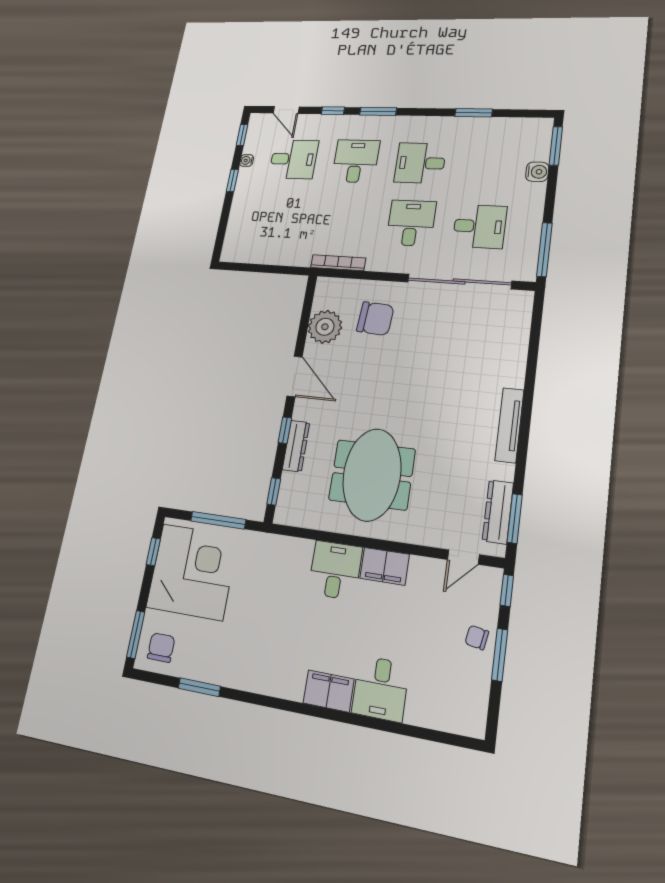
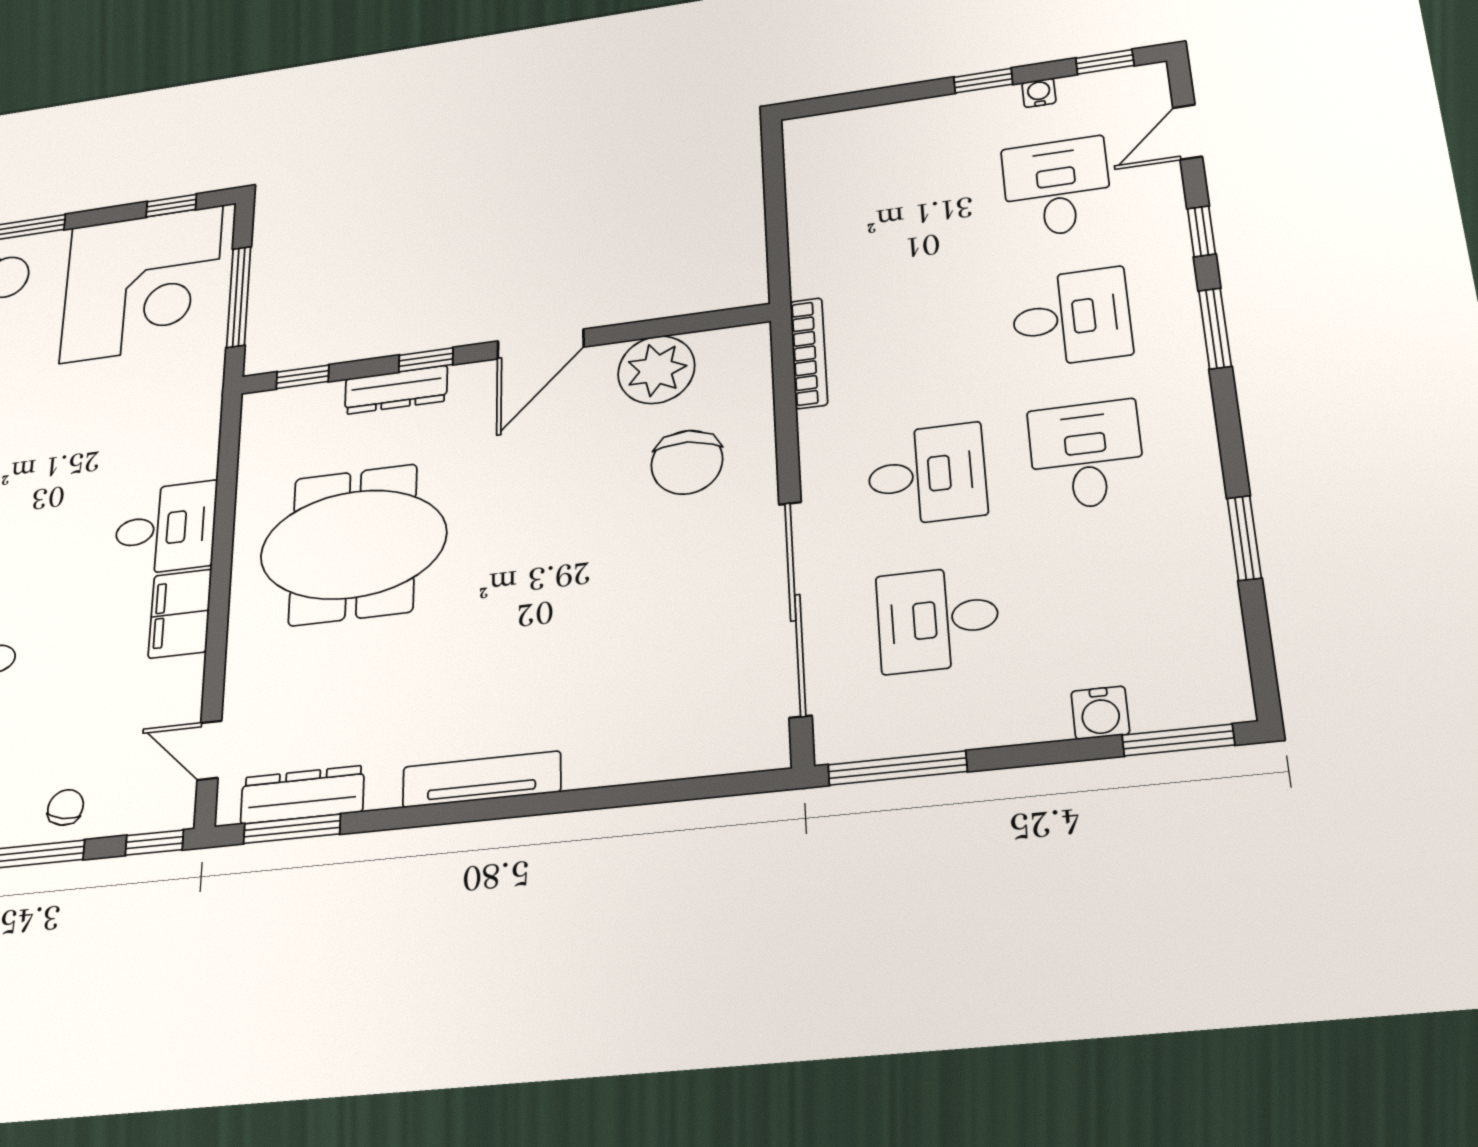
desk: (293, 159) -> (1057, 187), turned 180
desk: (479, 226) -> (938, 619), turned 90

